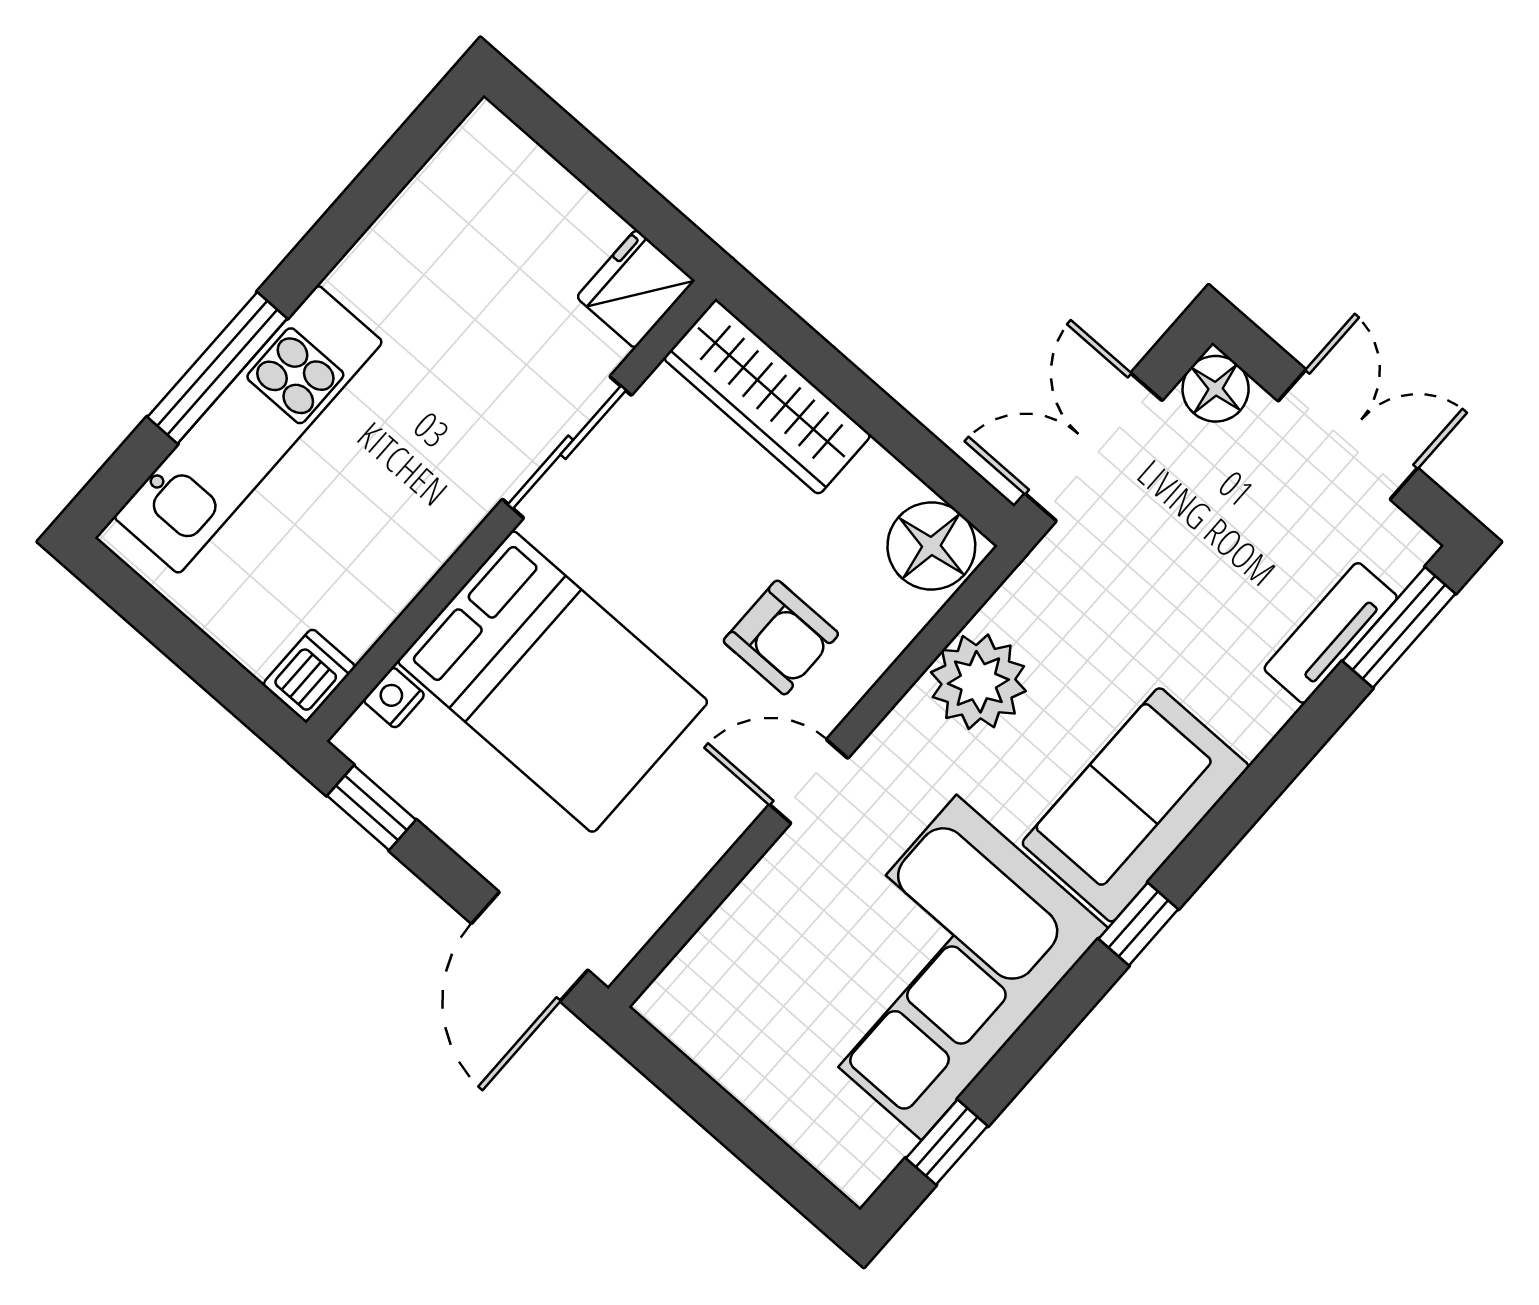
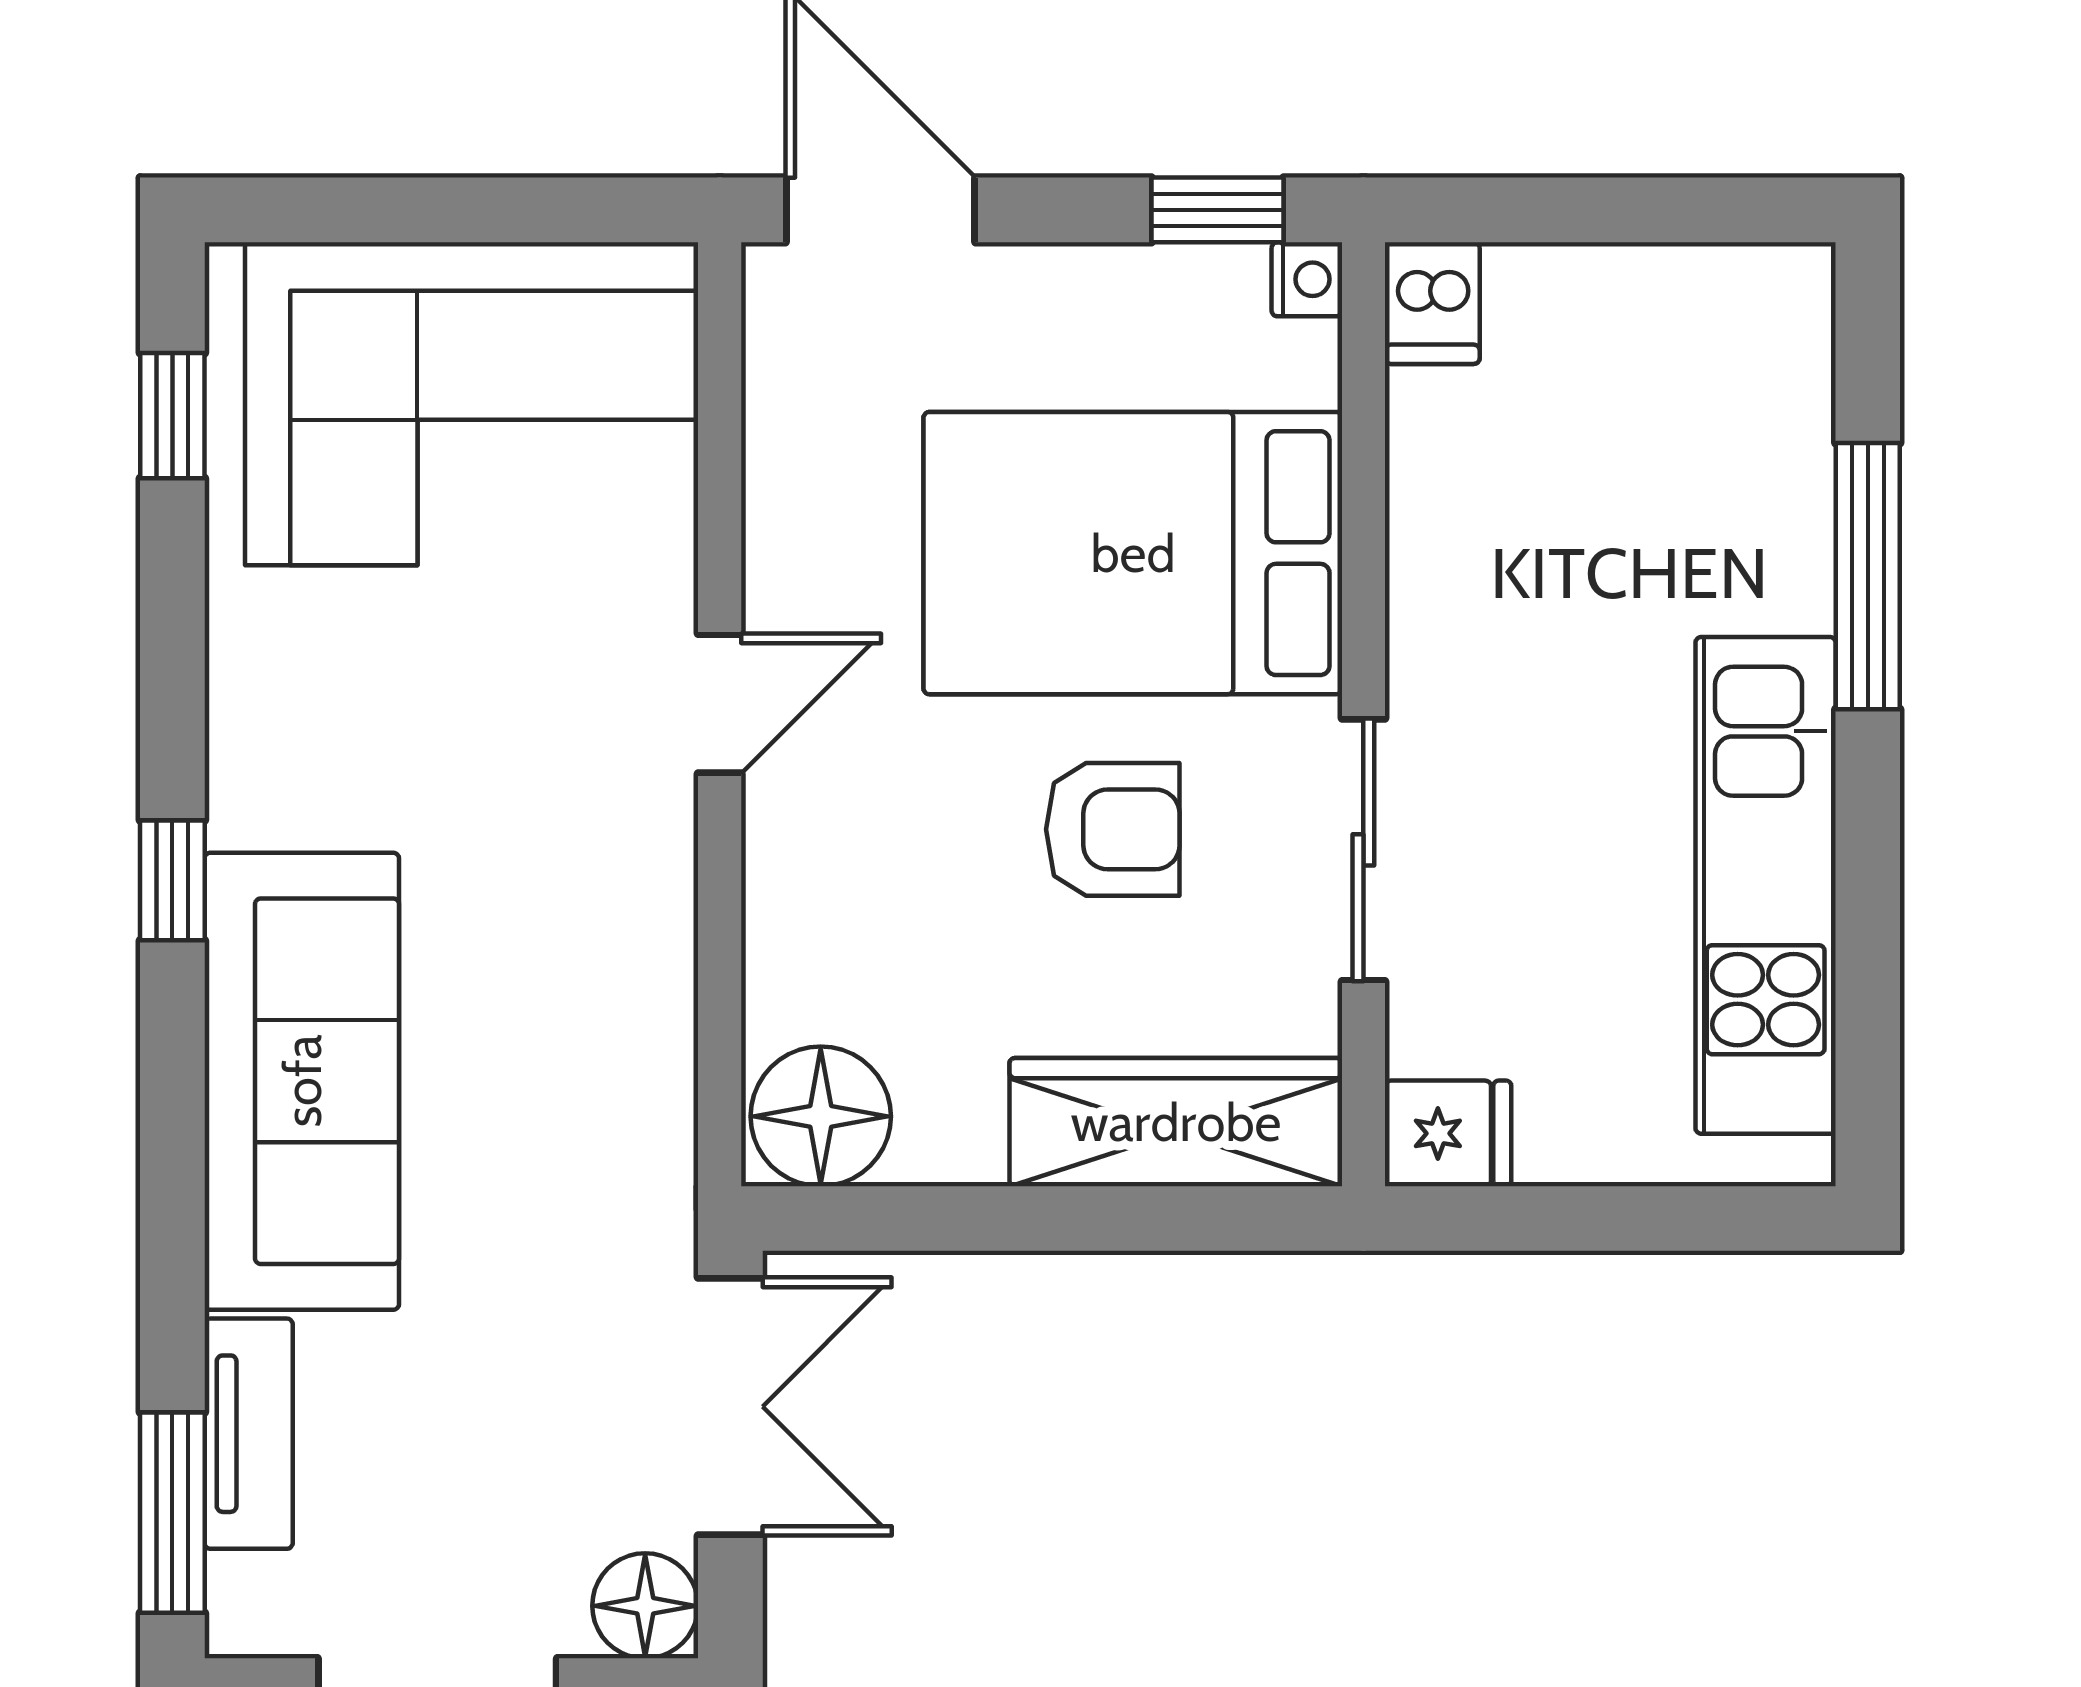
fridge: (636, 289) -> (1448, 1133), width x0.72
kitchen unit: (248, 429) -> (1766, 885), moved
armchair: (781, 637) -> (1113, 829), moved, turned 180
plant: (978, 682) -> (621, 1003), removed
nightstand: (394, 698) -> (1307, 279), moved
sofa: (1135, 805) -> (302, 1081), width x1.36
corner sofa: (939, 967) -> (472, 404), moved, turned 90

